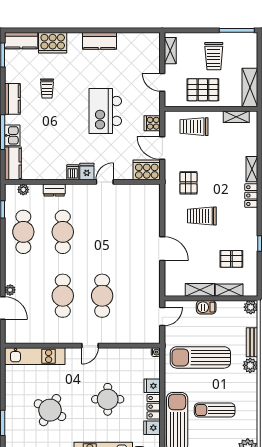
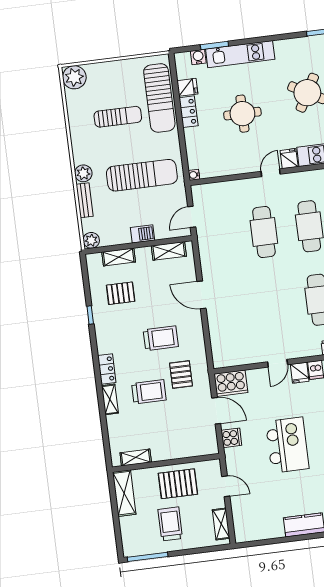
trolley: (194, 127) -> (149, 392), moved
shelving: (200, 290) -> (169, 251), moved
fridge: (152, 386) -> (289, 159), moved, turned -90

